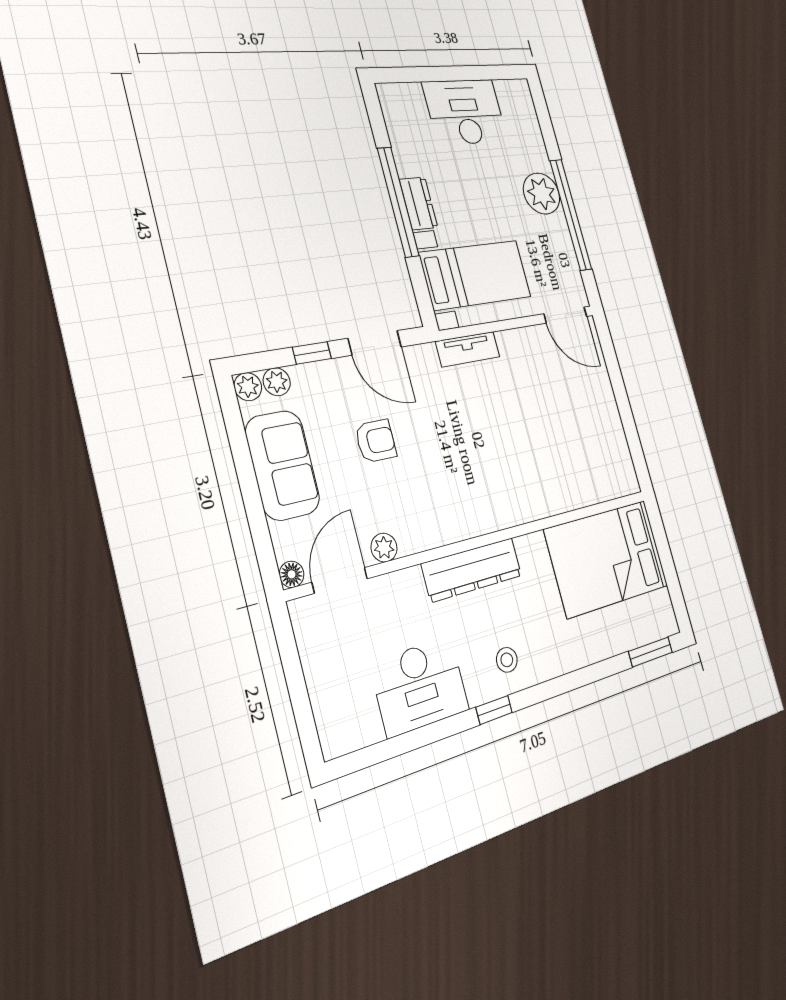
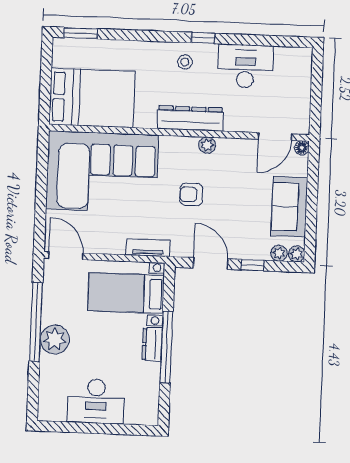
armchair: (376, 441) -> (191, 194), moved
corner sofa: (560, 450) -> (102, 172), added
plant: (384, 548) -> (207, 145), moved

